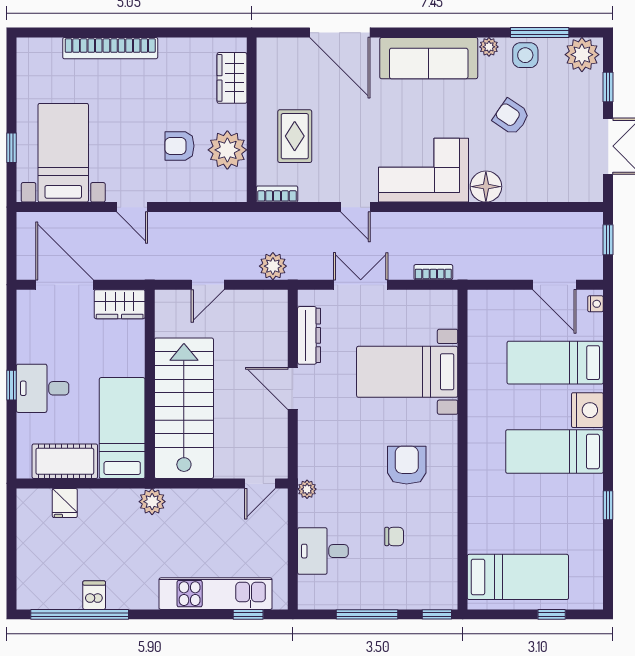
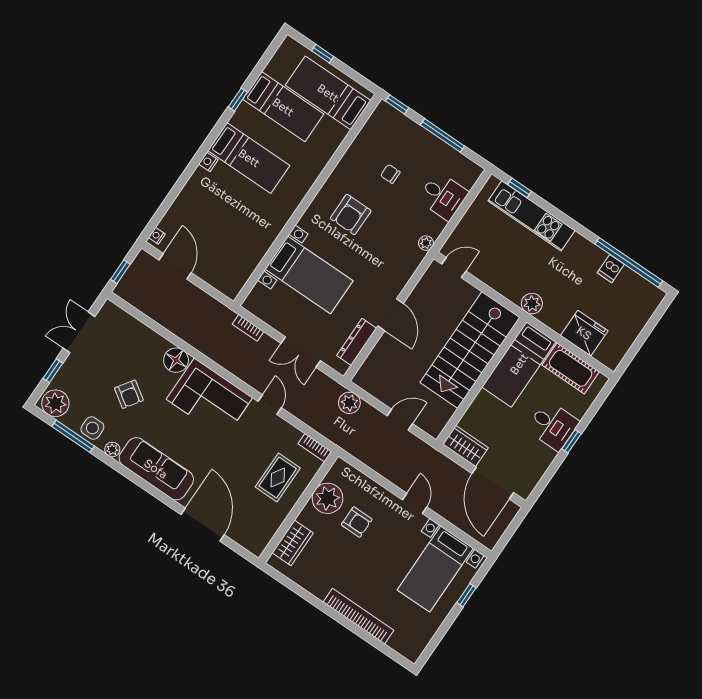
bed: (555, 363) -> (283, 107), moved
nightstand: (587, 410) -> (208, 162), width x0.53, depth x0.56
fridge: (65, 503) -> (584, 333), width x1.88, depth x1.34

